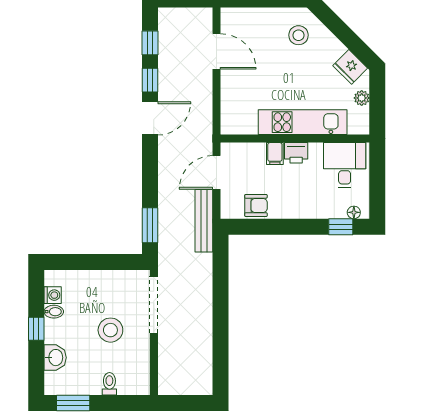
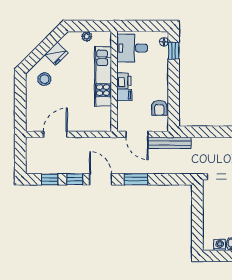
fridge: (350, 67) -> (56, 54), moved
armchair: (256, 205) -> (159, 108), turned 180
window: (150, 225) -> (136, 179), moved

